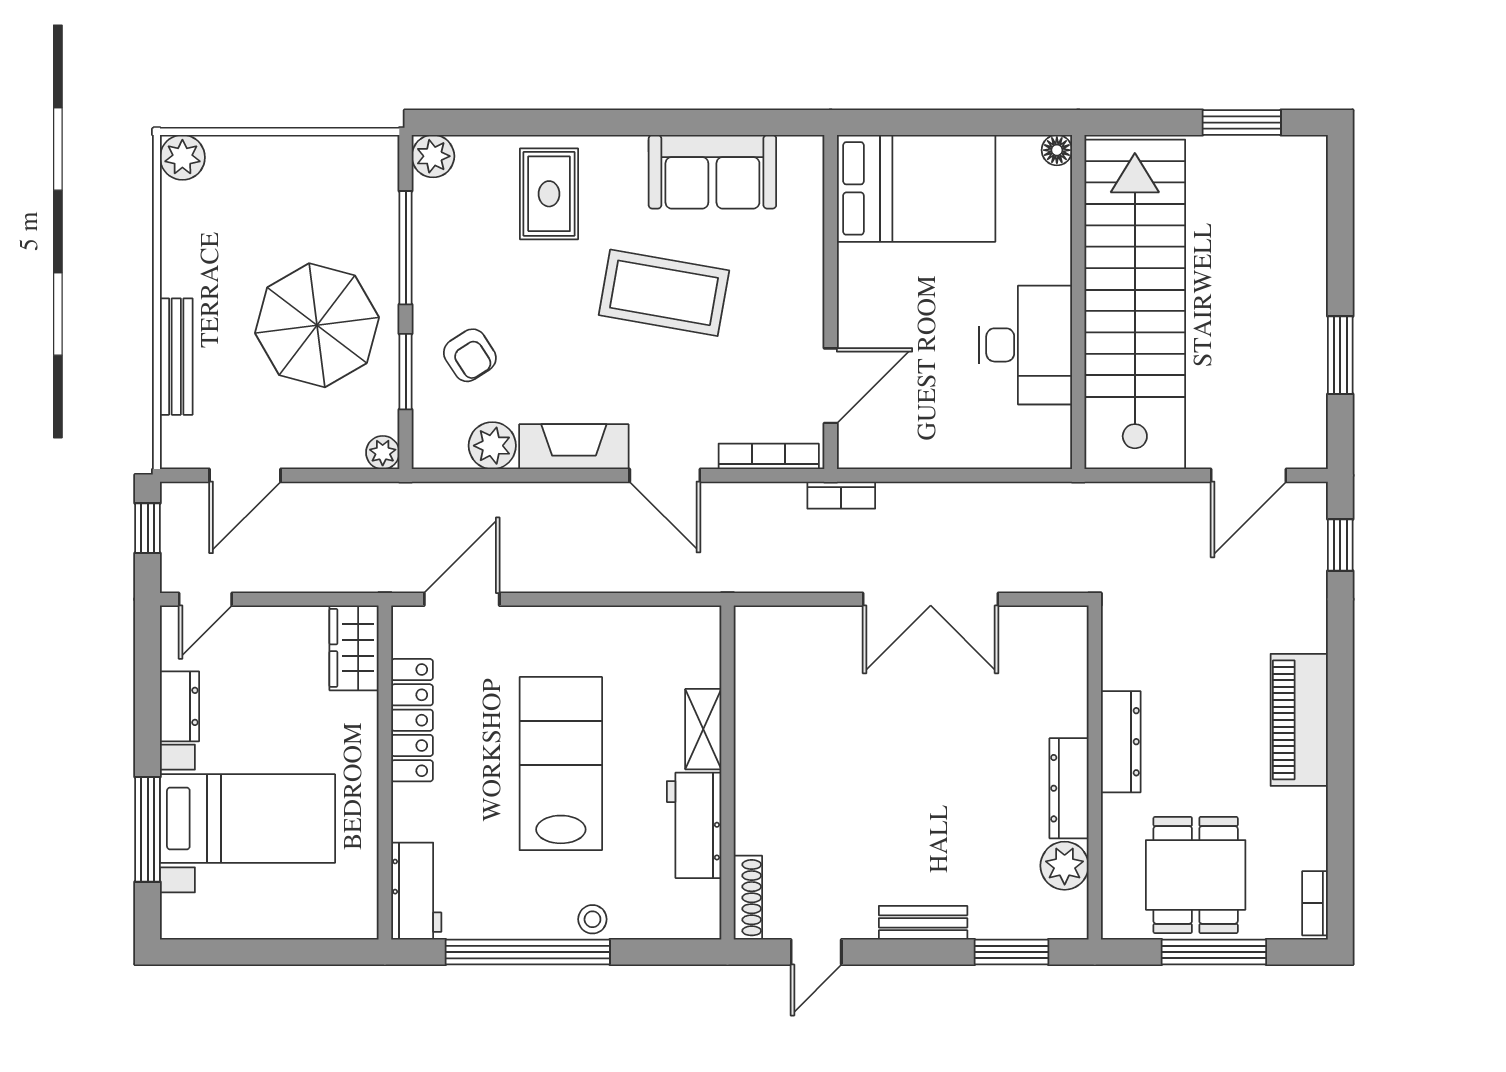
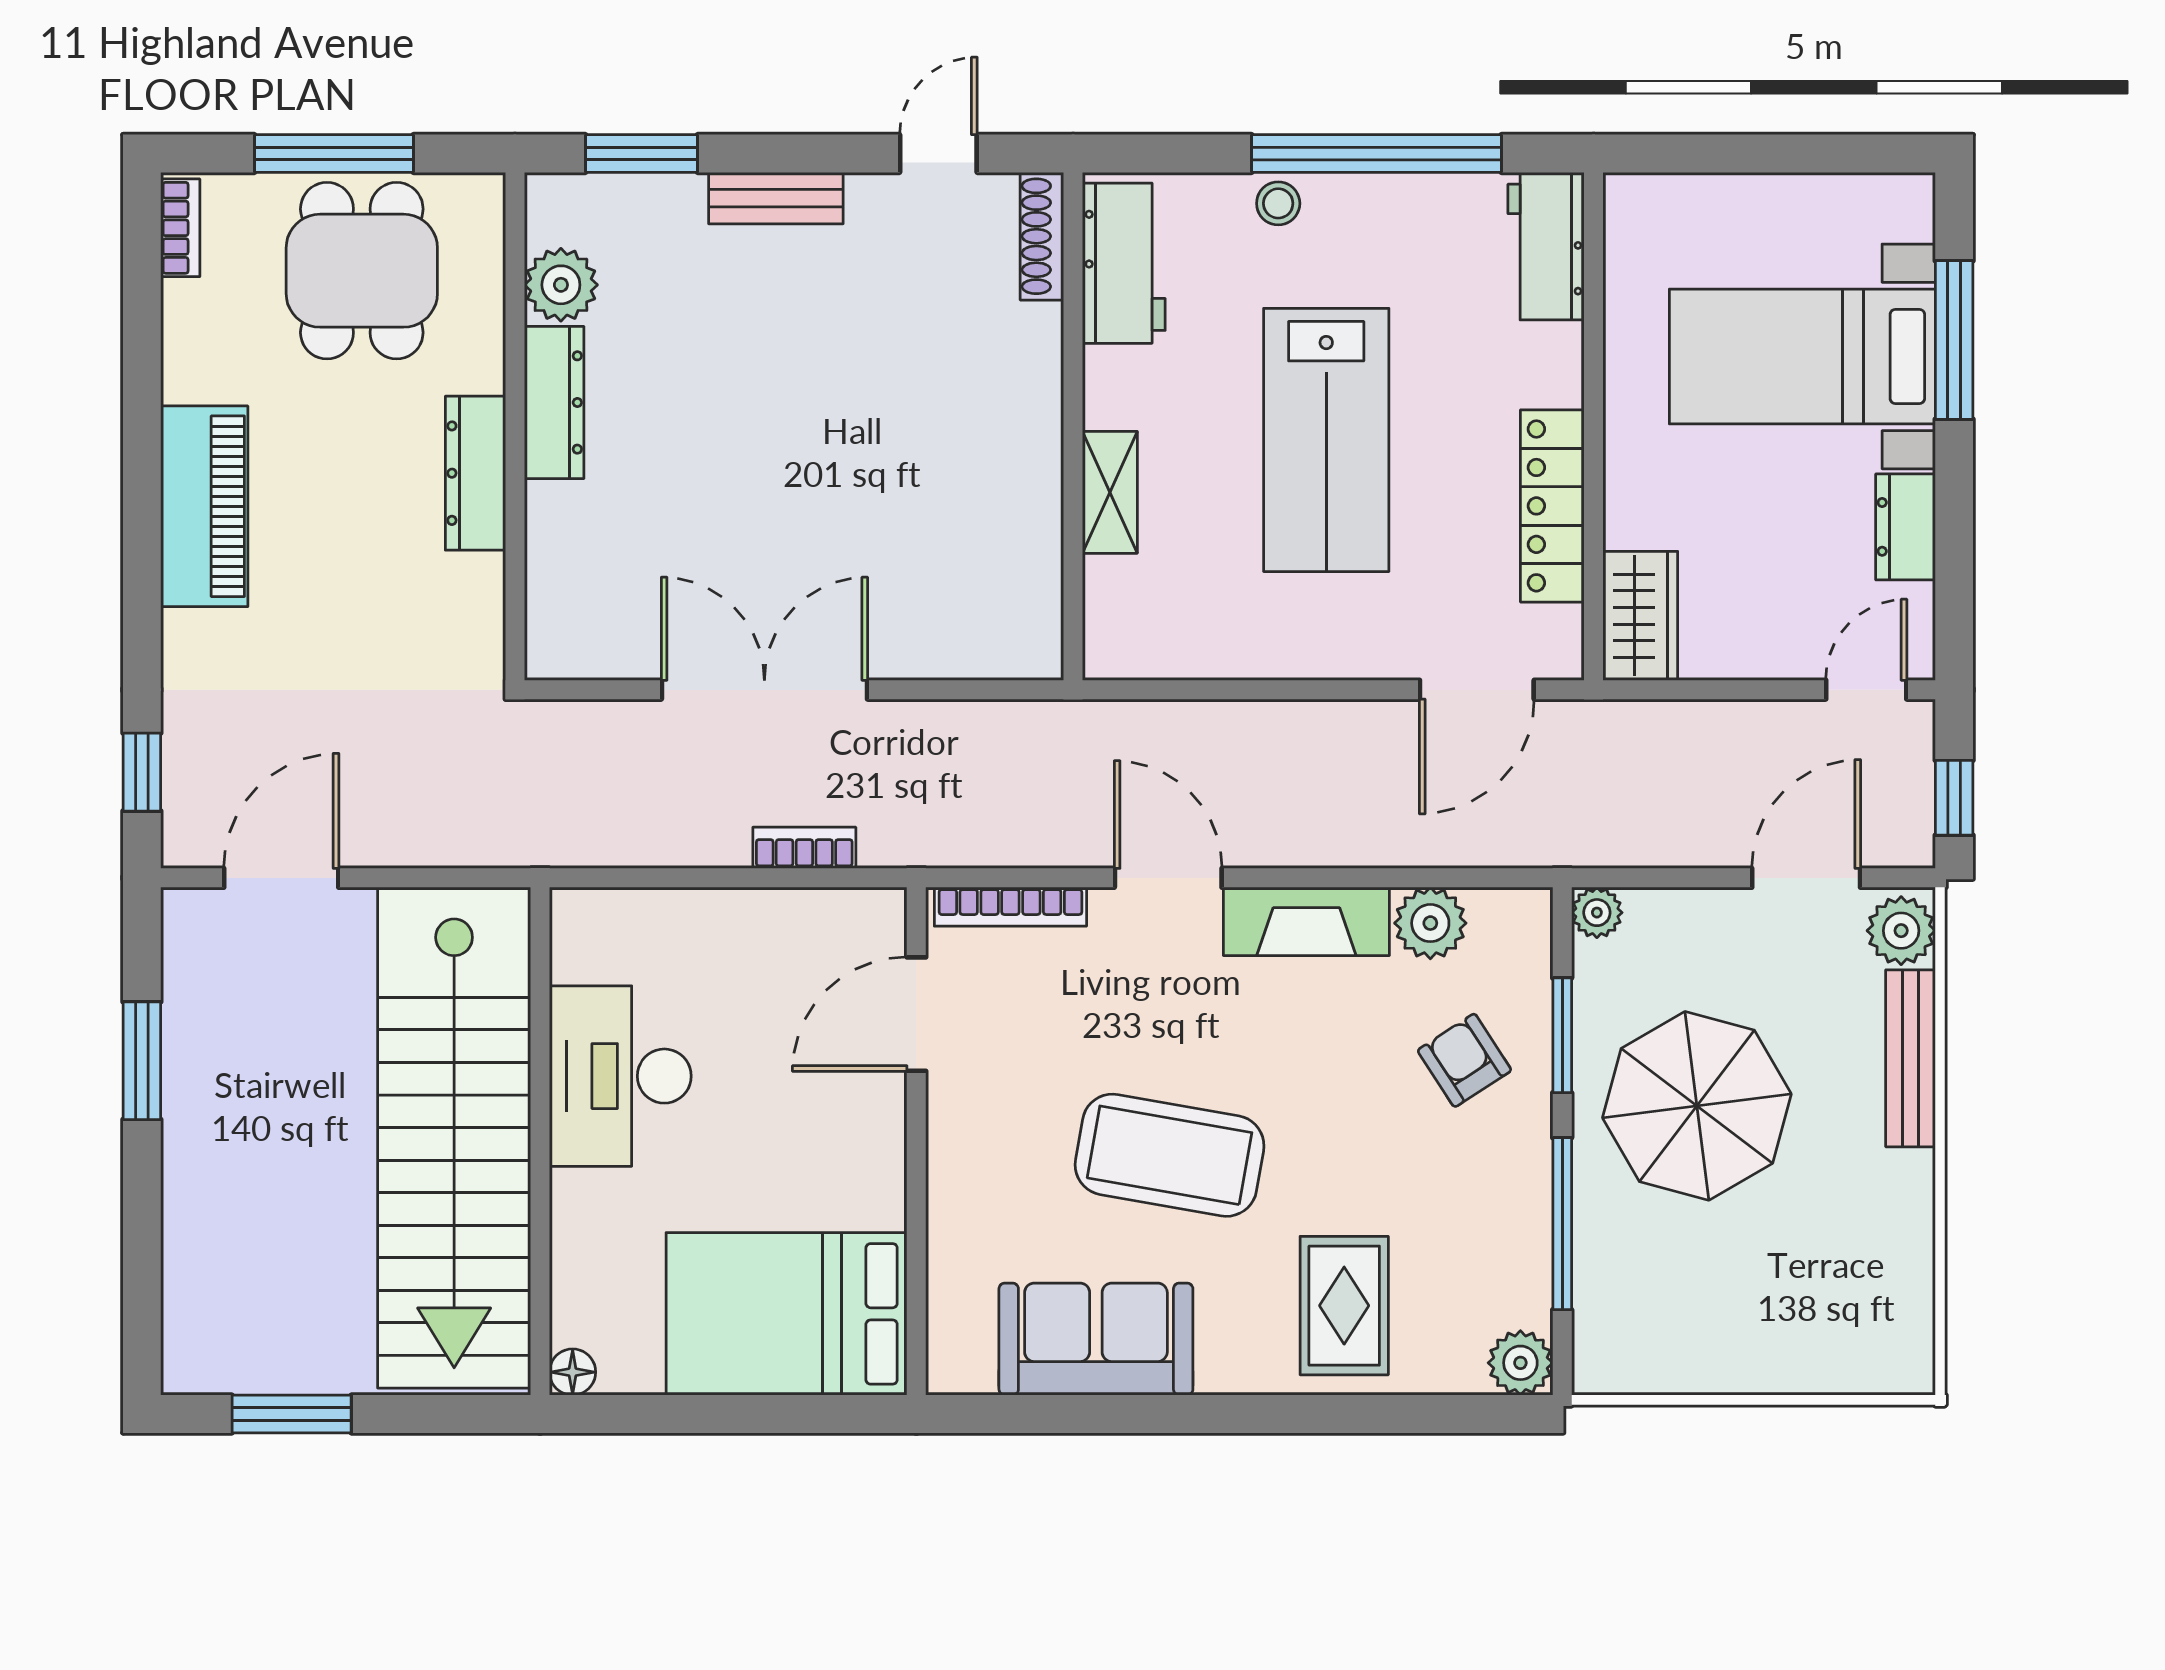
plant: (182, 157) -> (1901, 931), moved
bookcase: (841, 495) -> (804, 848), moved
workbench: (694, 825) -> (1124, 263), moved

